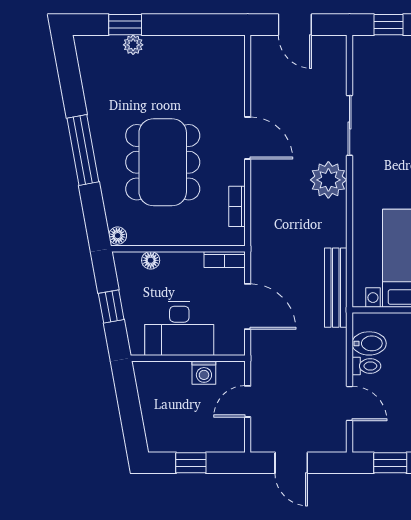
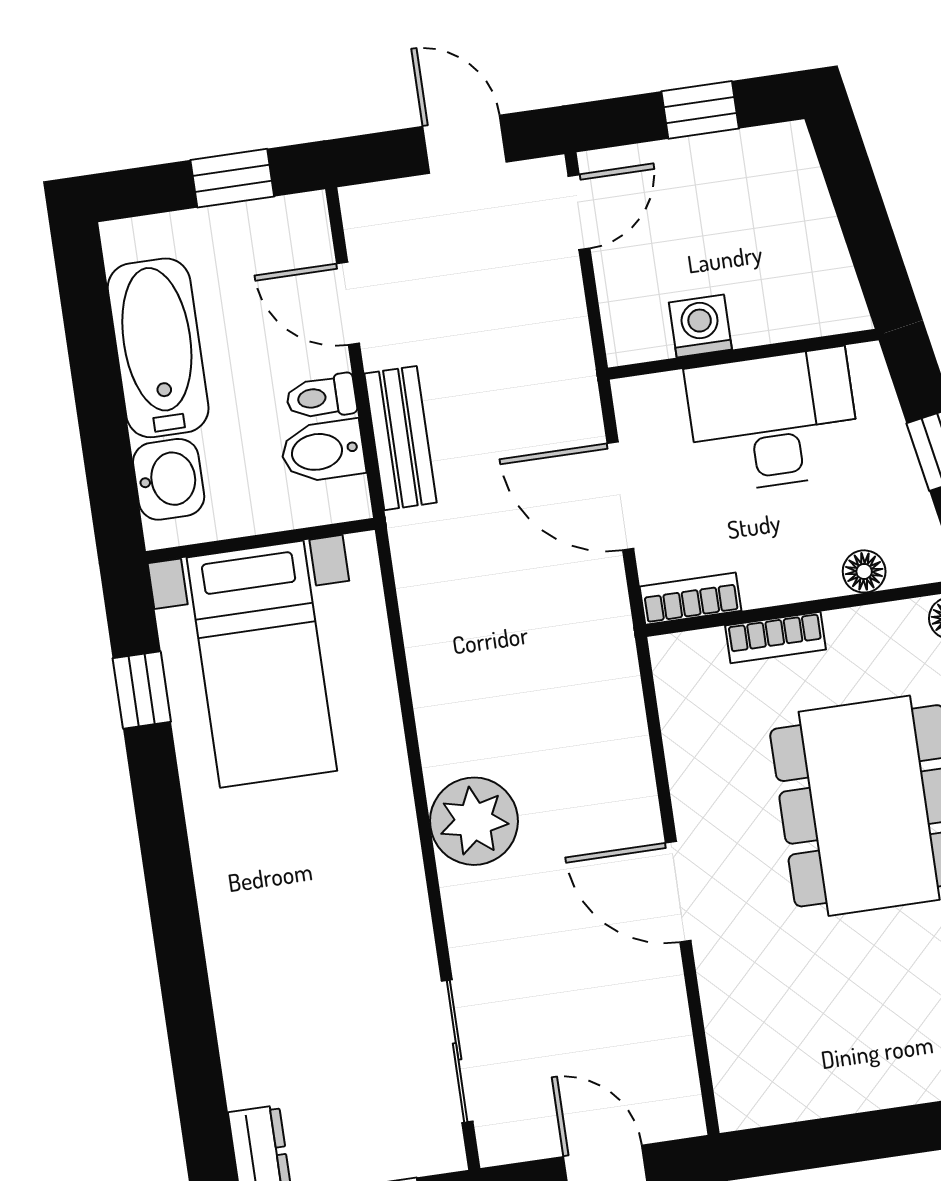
sliding door: (350, 125) -> (457, 1051), moved
bookcase: (237, 206) -> (775, 638), moved, turned 90
bench: (336, 288) -> (400, 438), moved, width x0.73
door: (248, 401) -> (579, 212), moved

